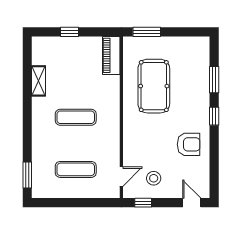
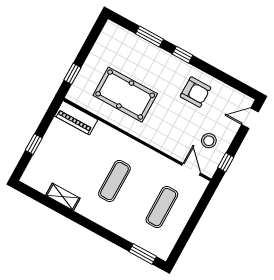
window: (147, 32) -> (72, 74), width x0.67
armchair: (189, 144) -> (196, 92), turned 90

